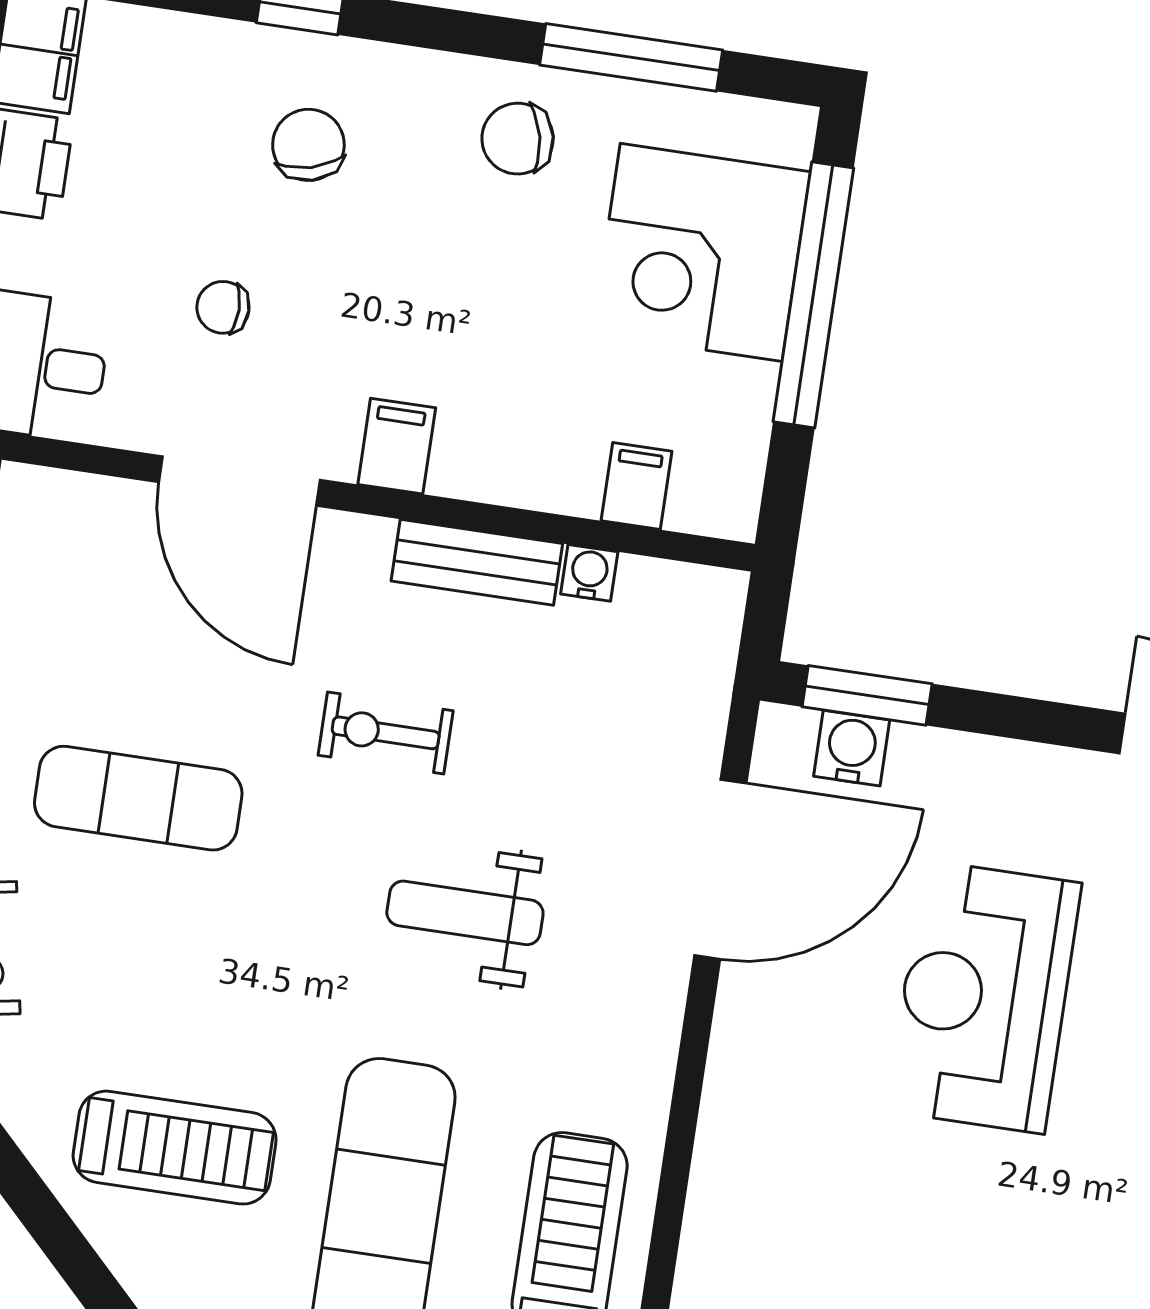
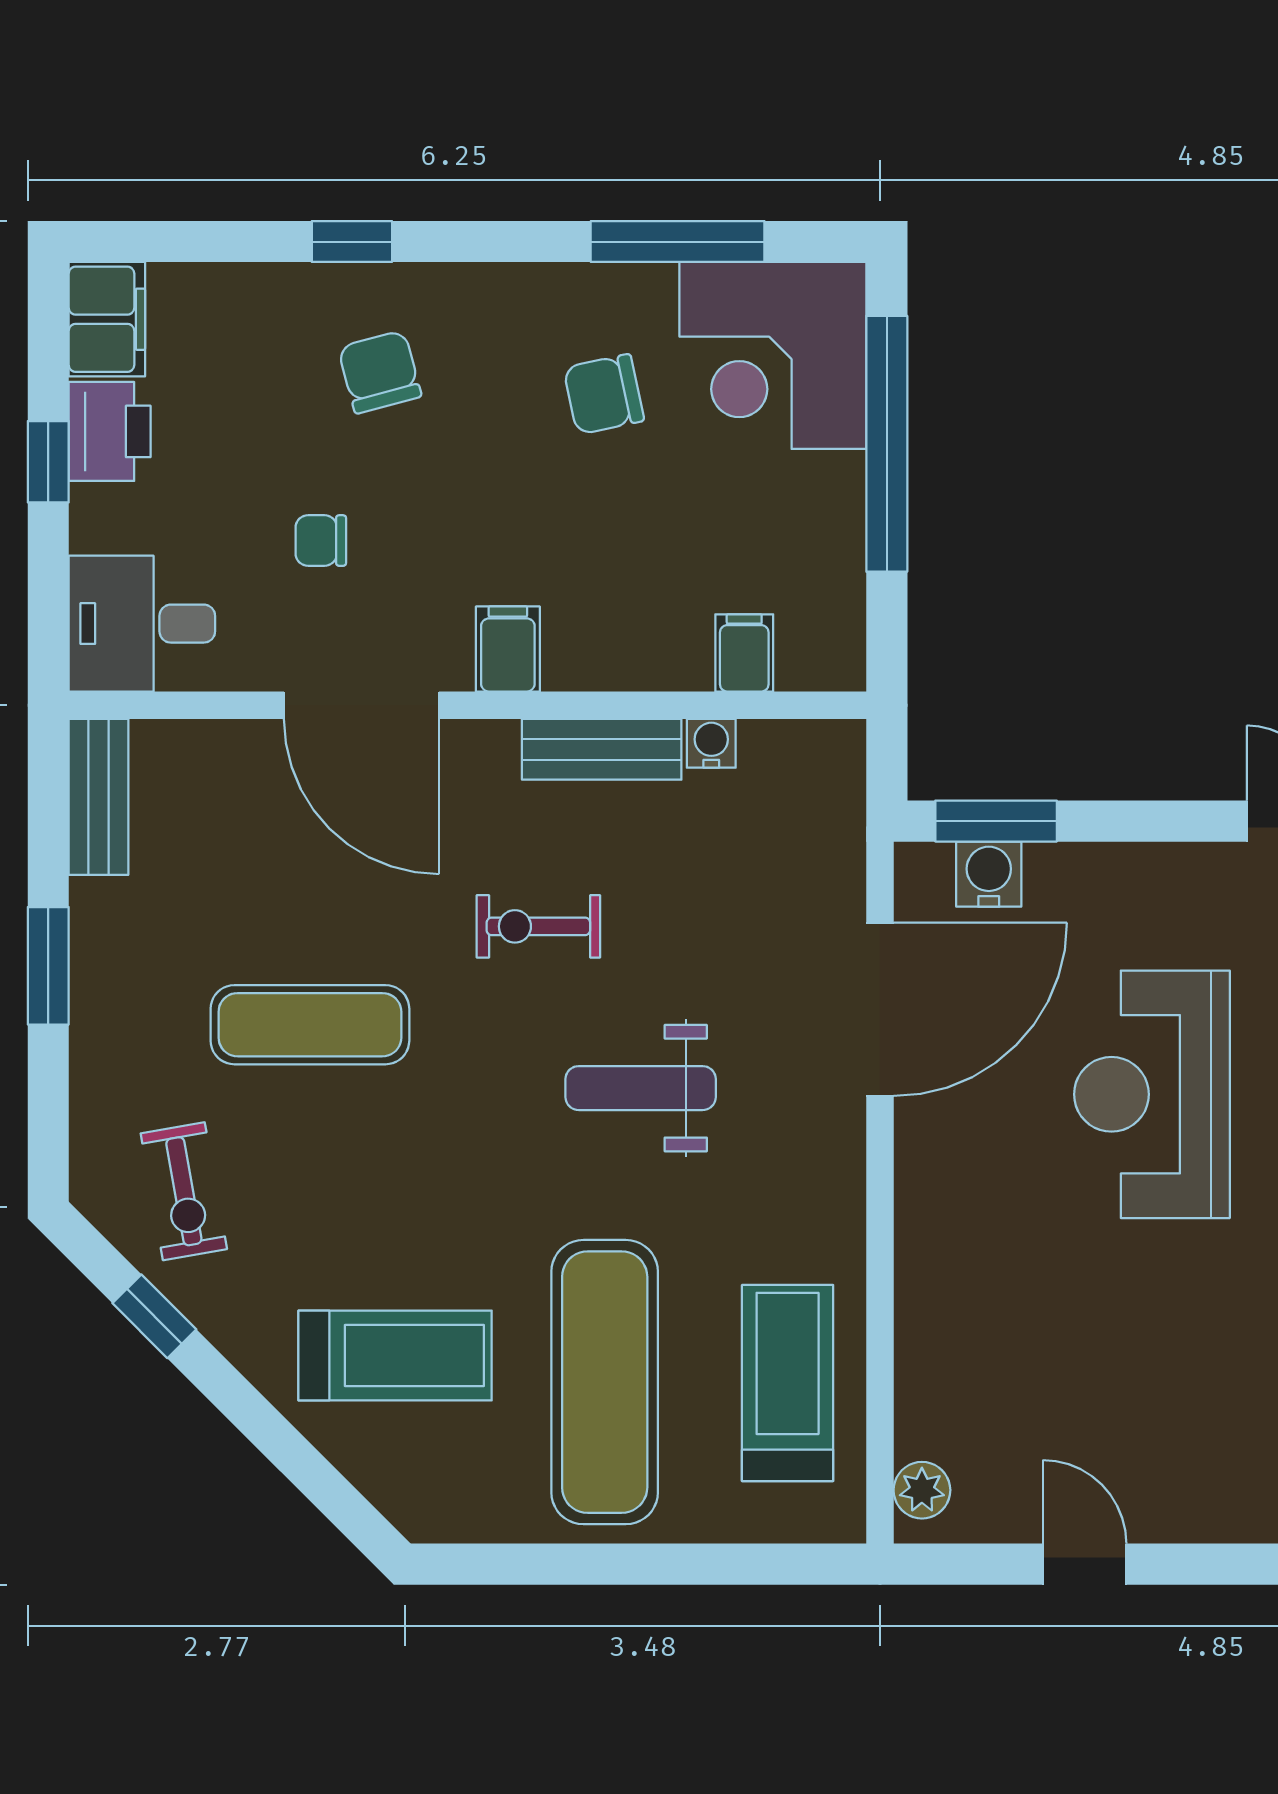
chair: (518, 139) -> (604, 394), moved
corner desk: (701, 252) -> (773, 355), moved

